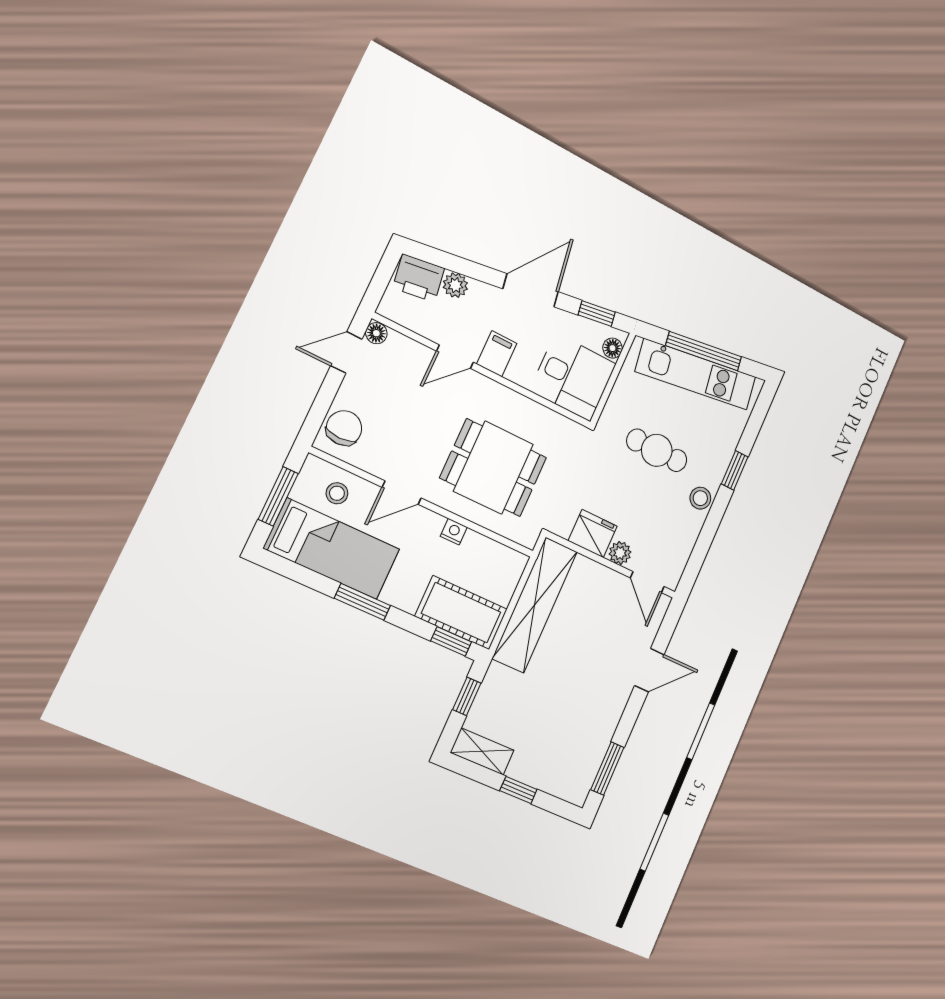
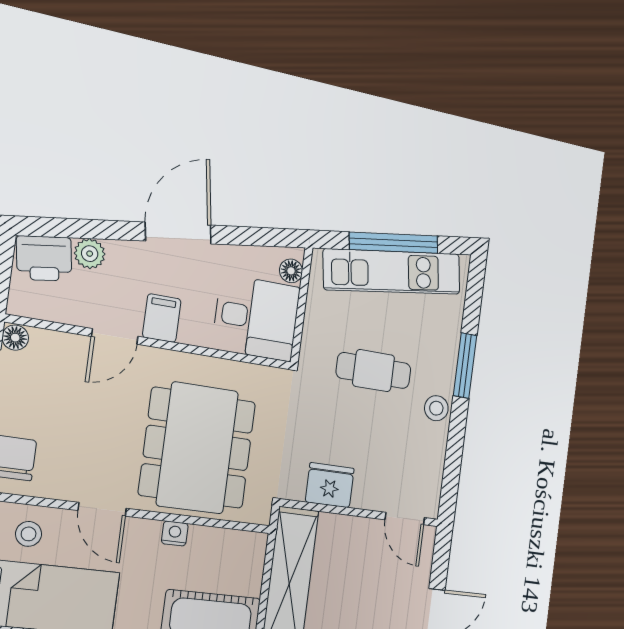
window: (597, 314) -> (262, 237), removed
dining table: (493, 468) -> (197, 448), width x1.38
window: (735, 470) -> (465, 366), width x1.50
door: (402, 493) -> (102, 509), hinge flipped
plant: (620, 553) -> (366, 497), removed

